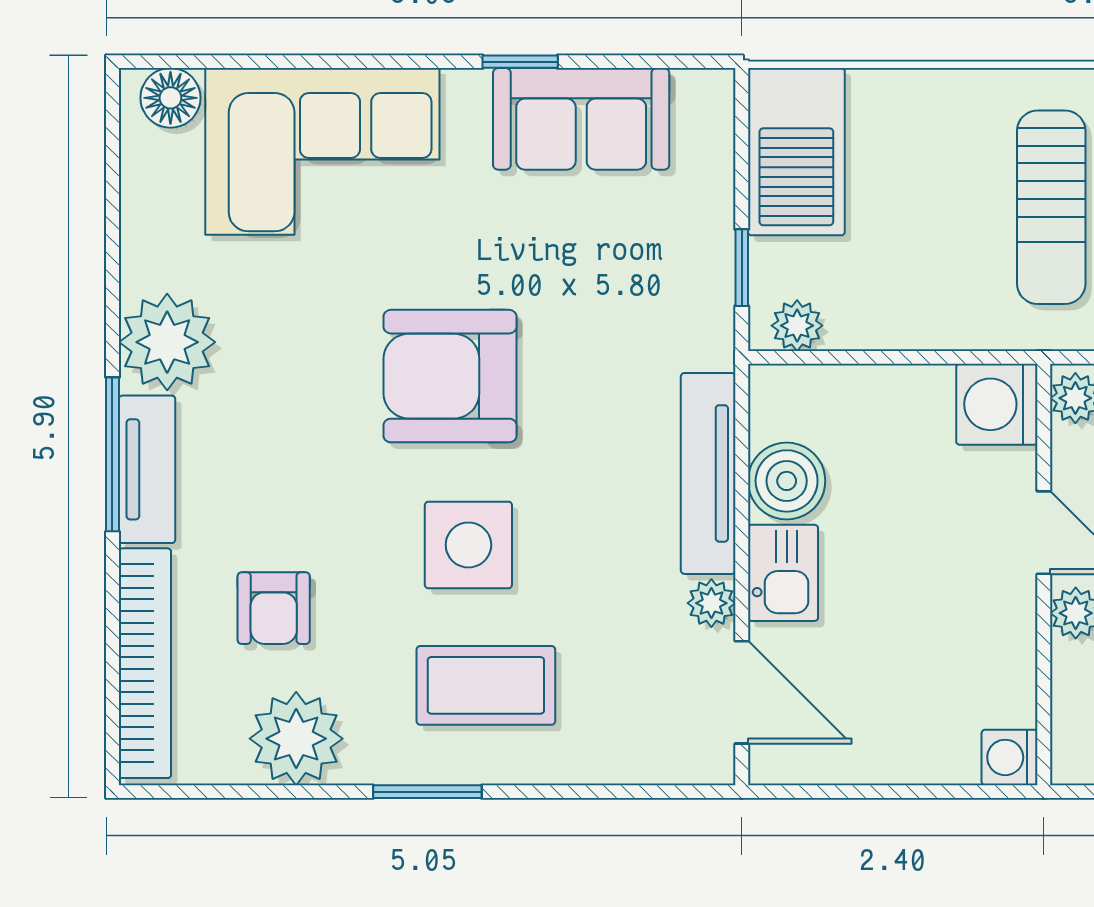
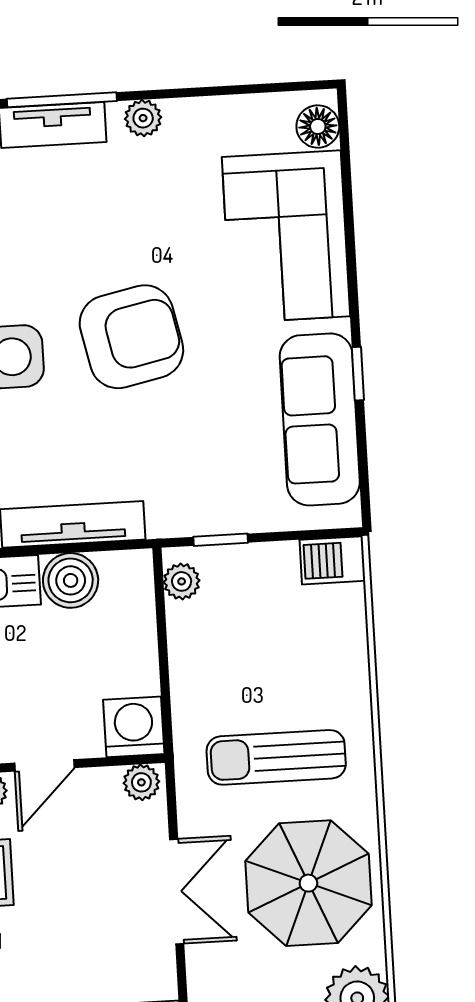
sofa: (581, 119) -> (320, 419), width x1.36
barbecue: (796, 152) -> (332, 560), width x0.53, depth x0.65
plant: (167, 342) -> (143, 118), width x0.53, depth x0.53
armchair: (450, 376) -> (131, 337), turned 78

